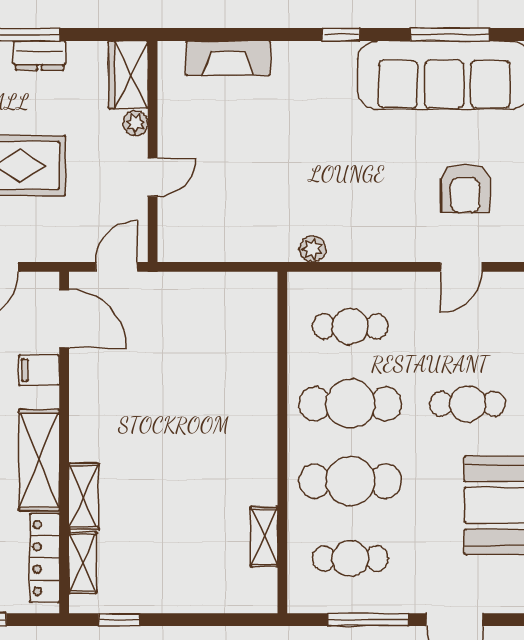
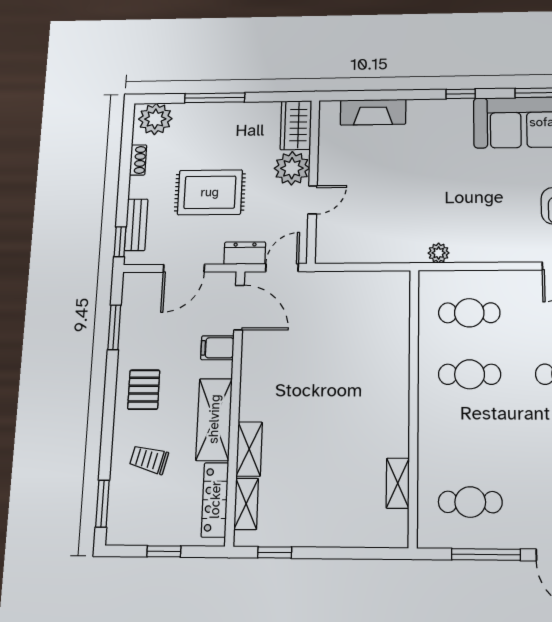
dresser: (39, 55) -> (245, 253), moved, turned 180
plant: (136, 123) -> (292, 168), width x1.88, depth x1.88
cafe table: (350, 404) -> (470, 374), width x0.73, depth x0.74
cafe table: (350, 481) -> (470, 437), removed

